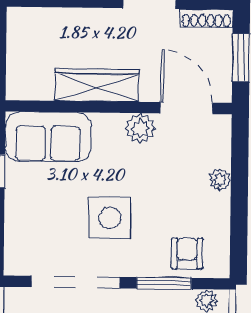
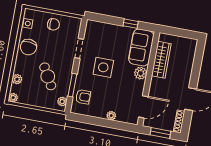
wardrobe: (97, 85) -> (161, 60), moved
plant: (140, 128) -> (141, 73), moved
doorway: (75, 282) -> (79, 49), width x0.53

